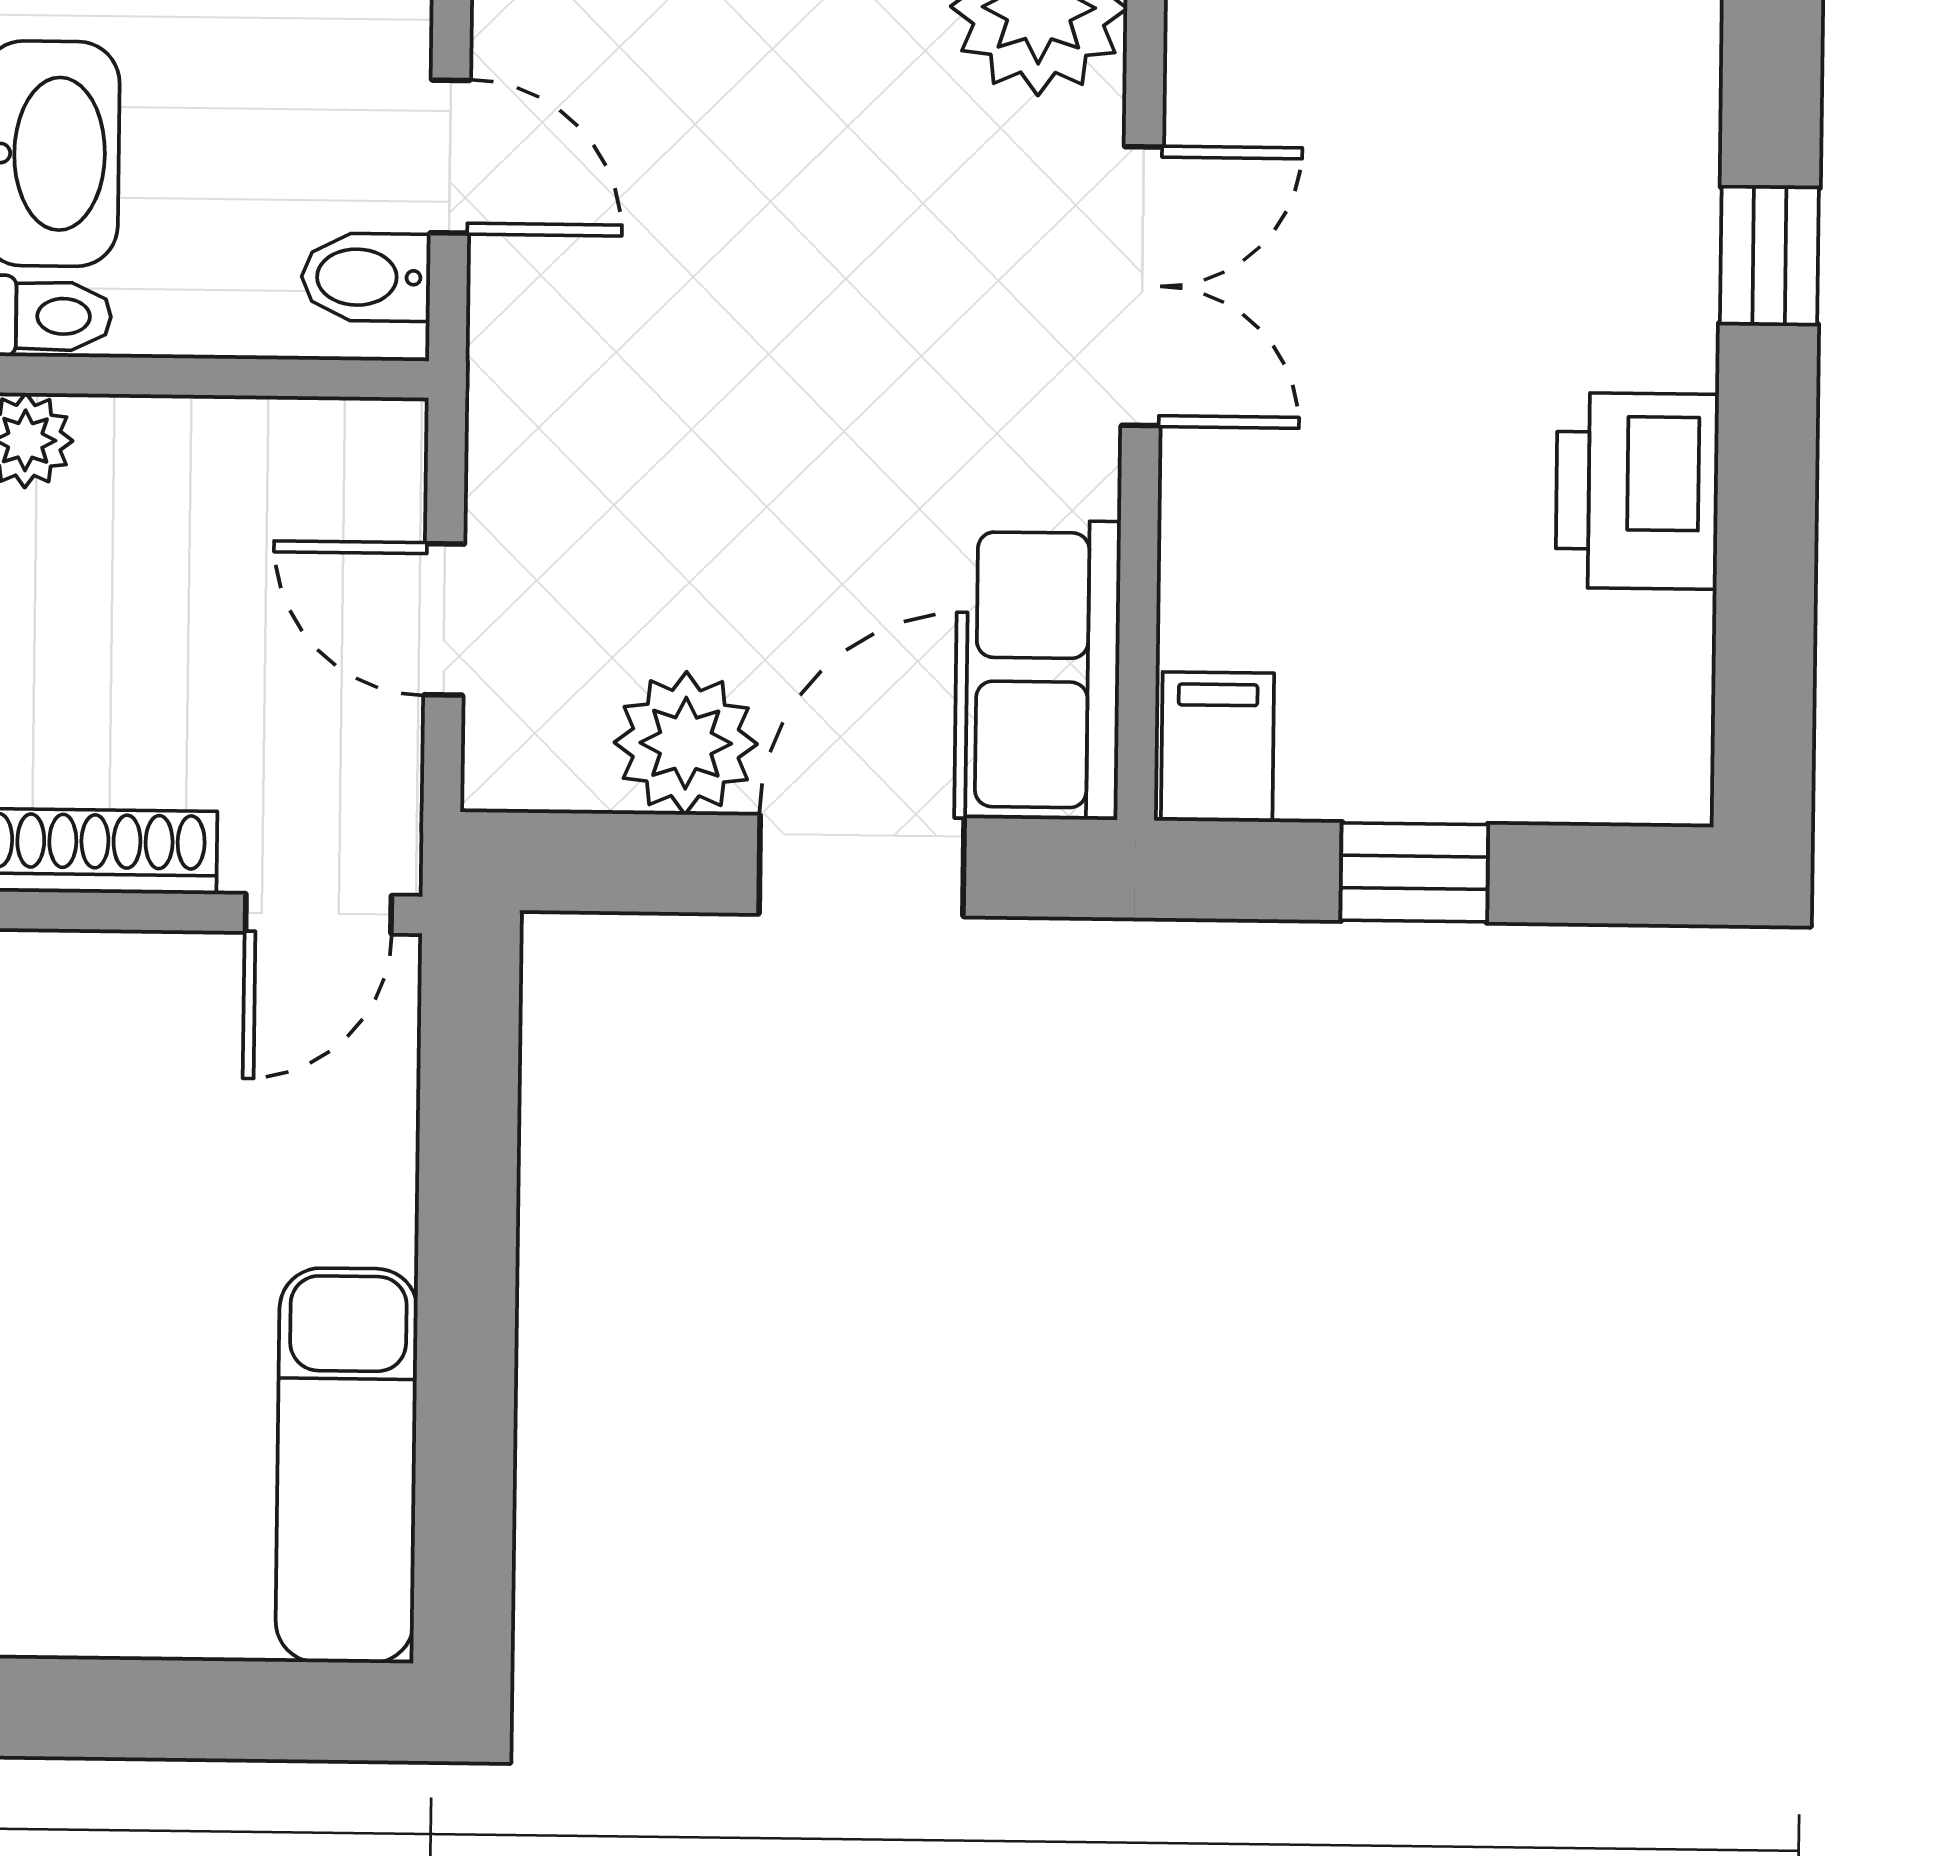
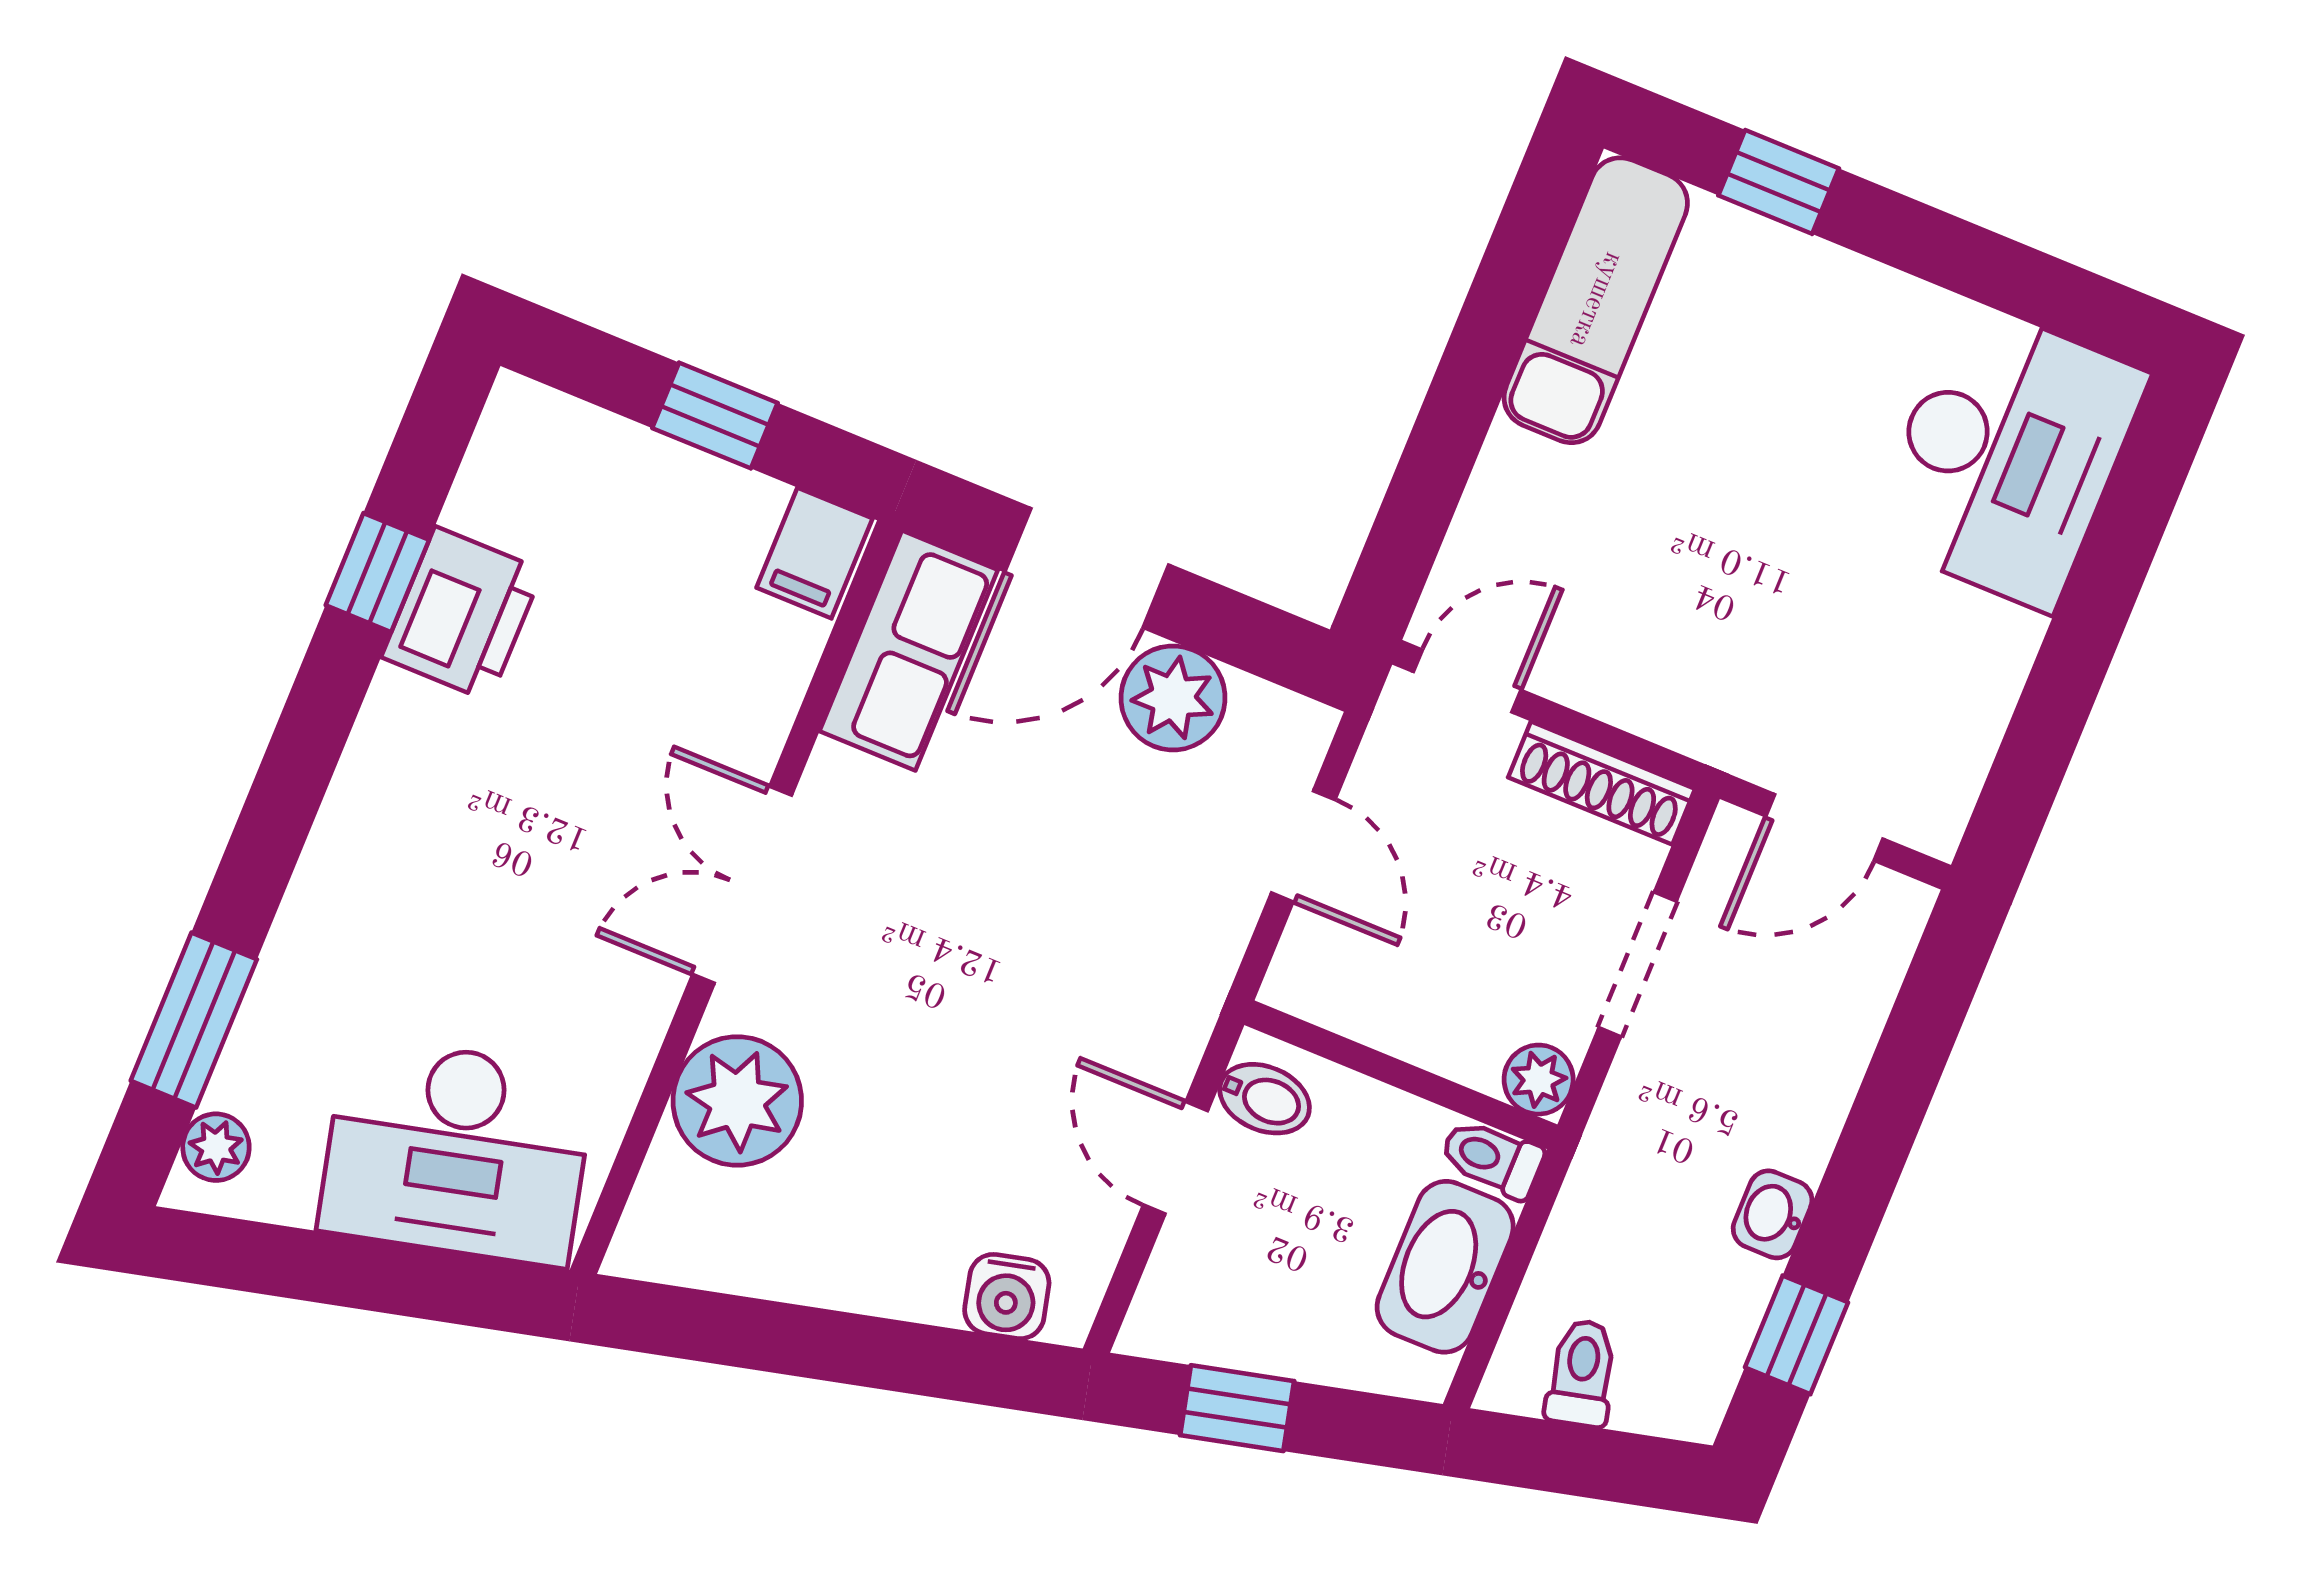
window: (1769, 256) -> (377, 573), moved
window: (173, 1709) -> (1779, 182), added

